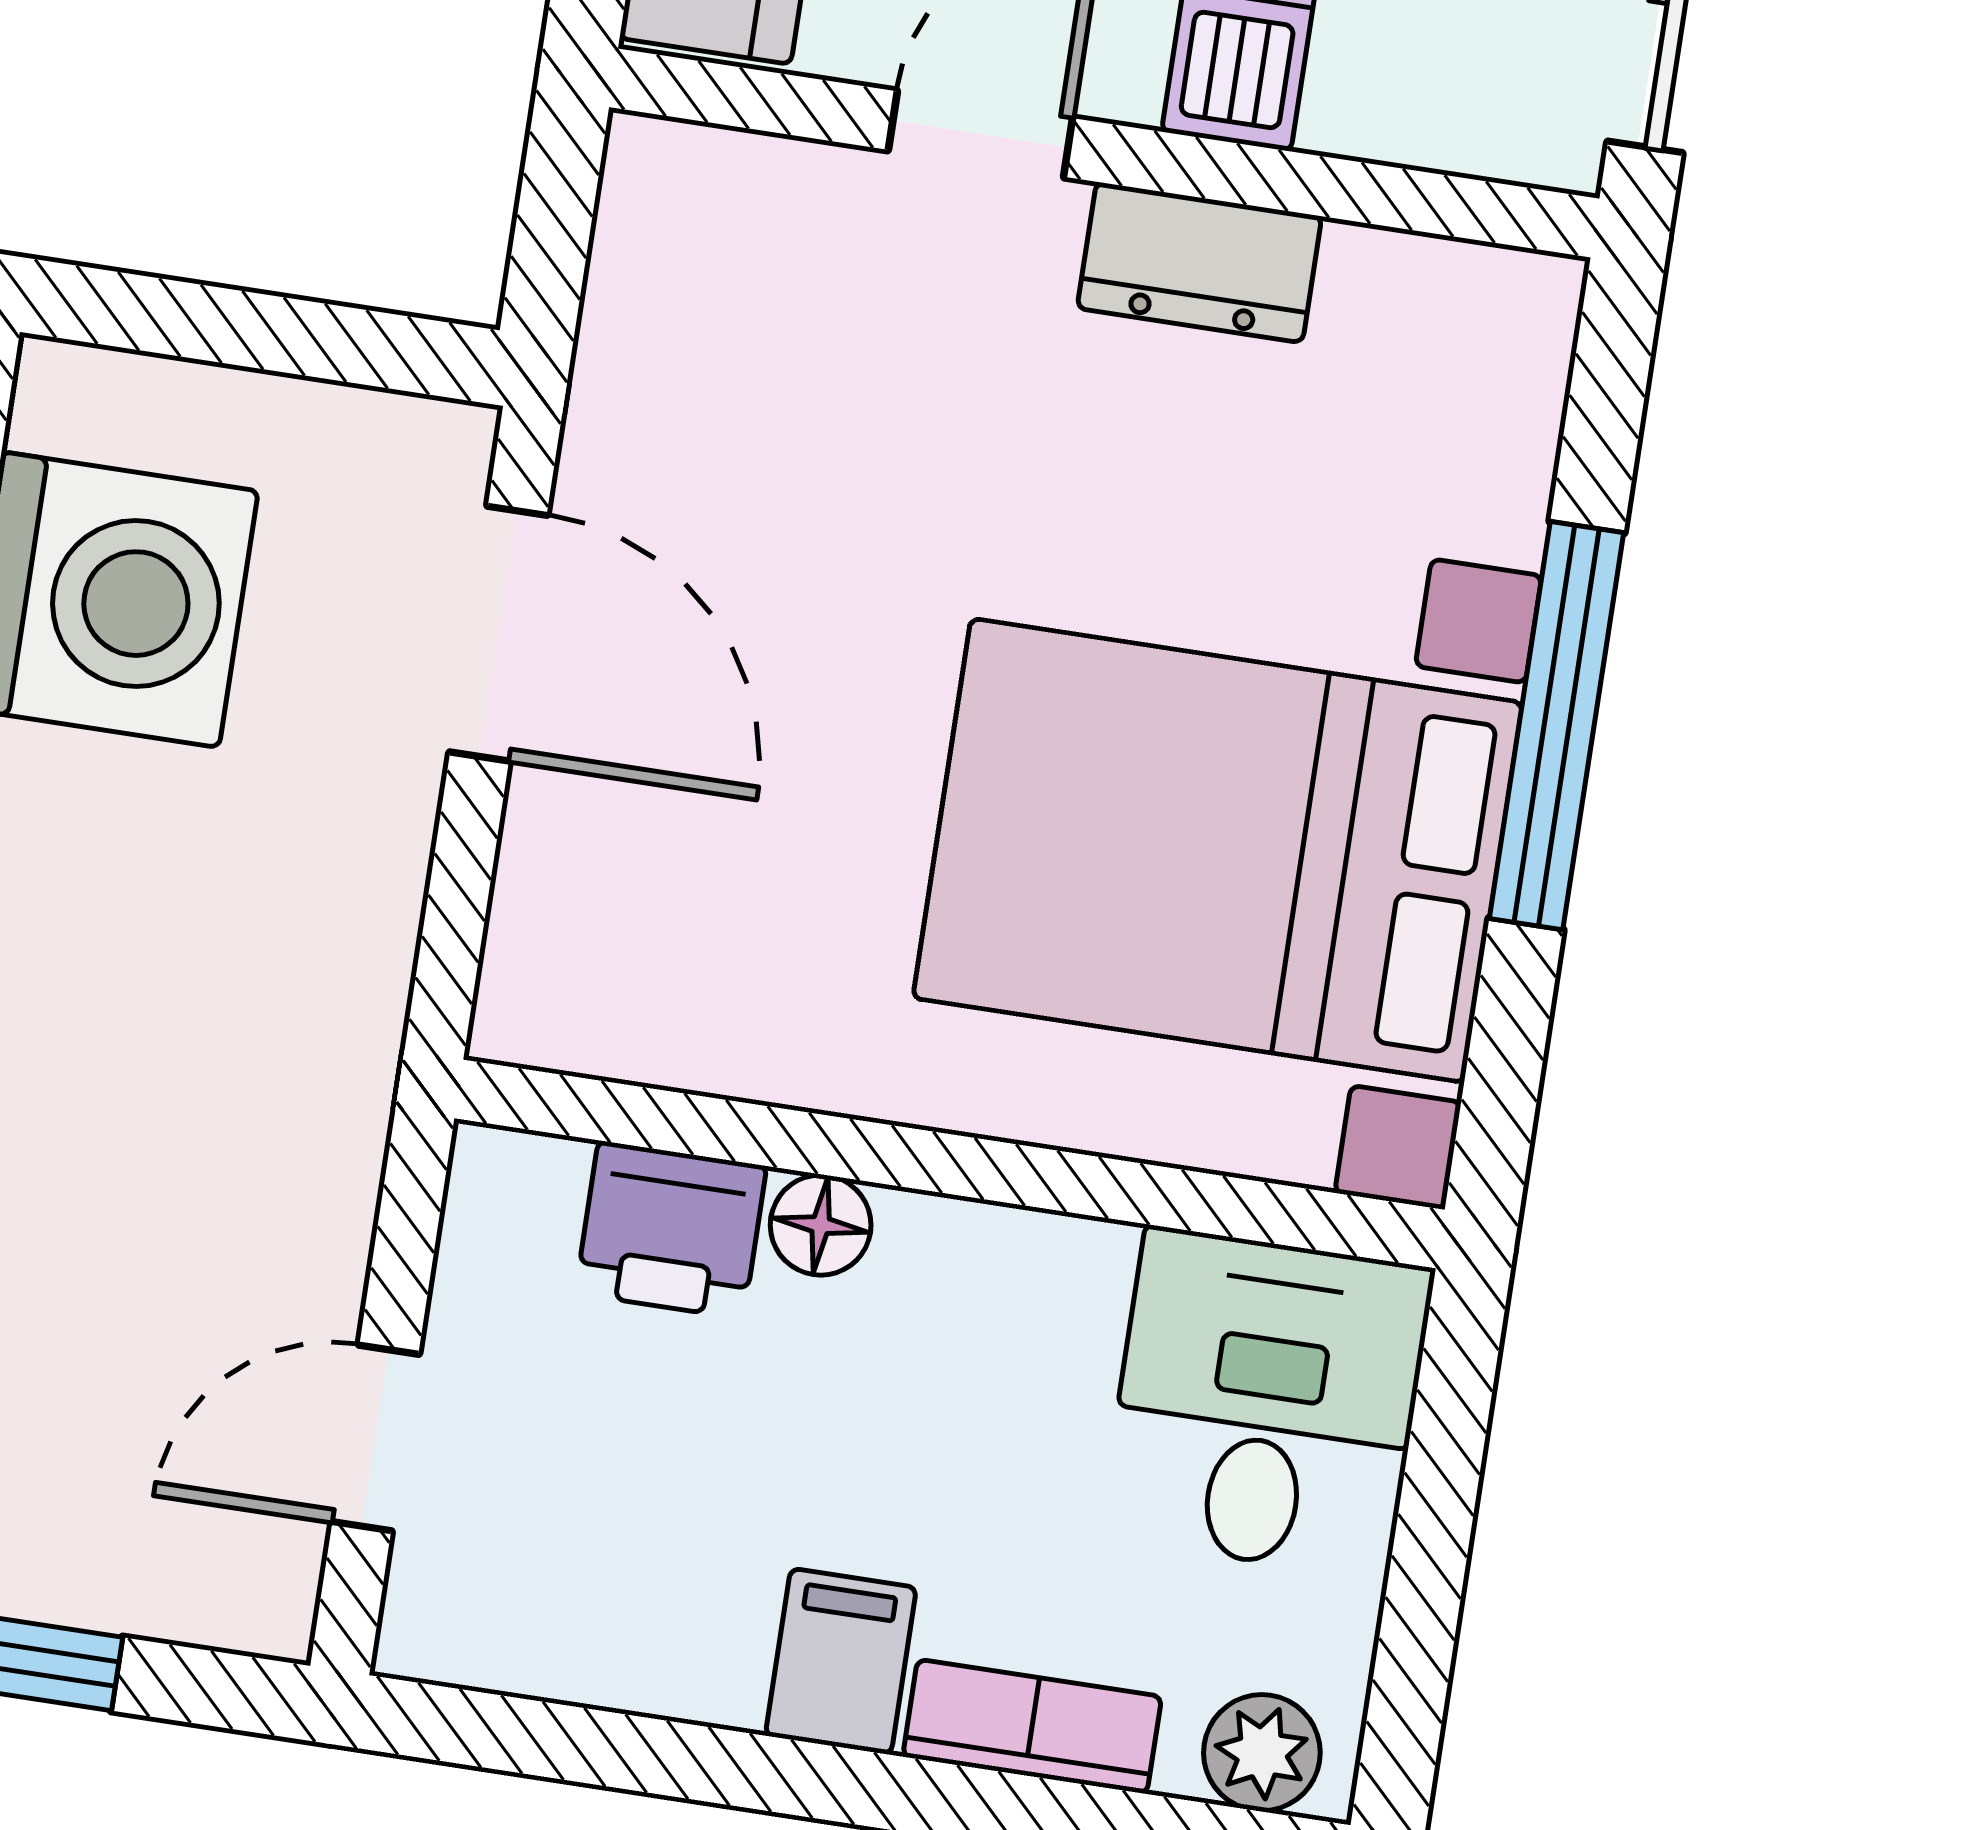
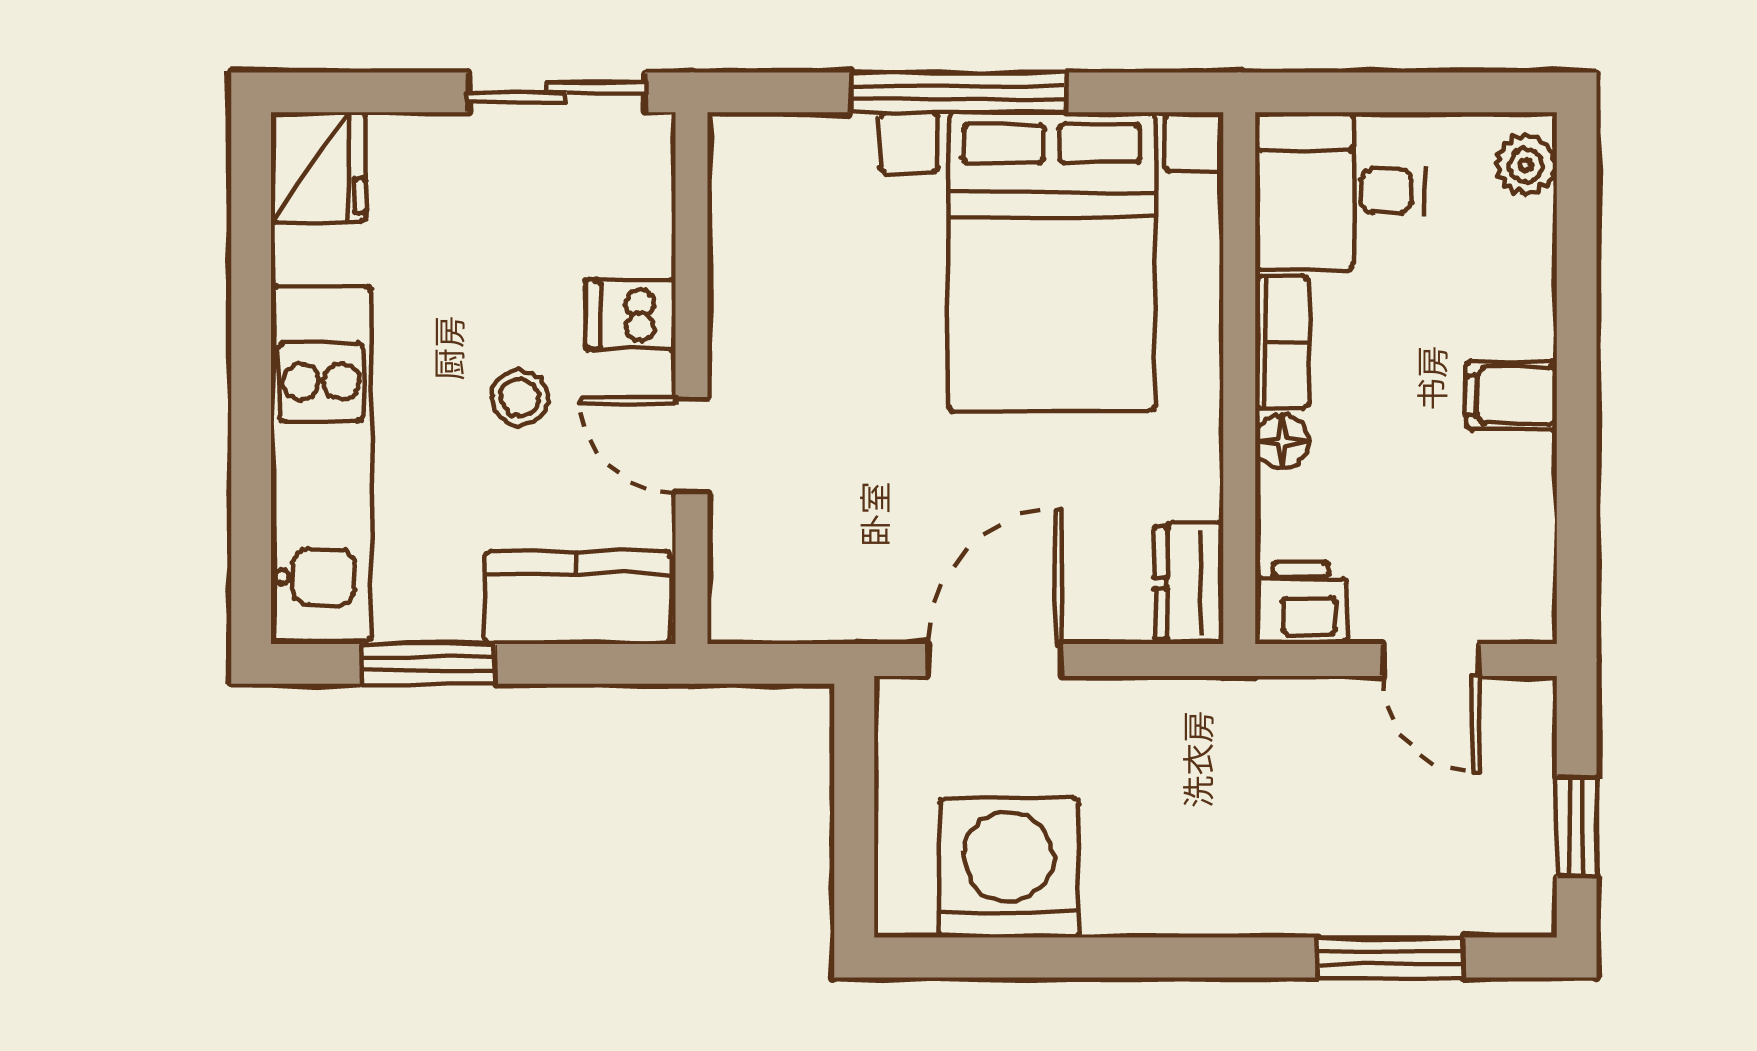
dresser: (1199, 262) -> (1189, 583), moved, turned 180
printer: (671, 1230) -> (1301, 603), moved, turned -90
bookcase: (1032, 1726) -> (1282, 342), moved, turned 180

